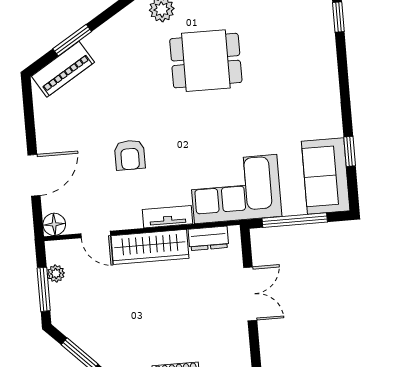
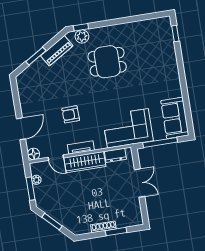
piano: (63, 69) -> (57, 51), moved
window: (350, 151) -> (187, 104), removed
armchair: (130, 155) -> (71, 114), turned 88
tv unit: (168, 217) -> (81, 147), moved

